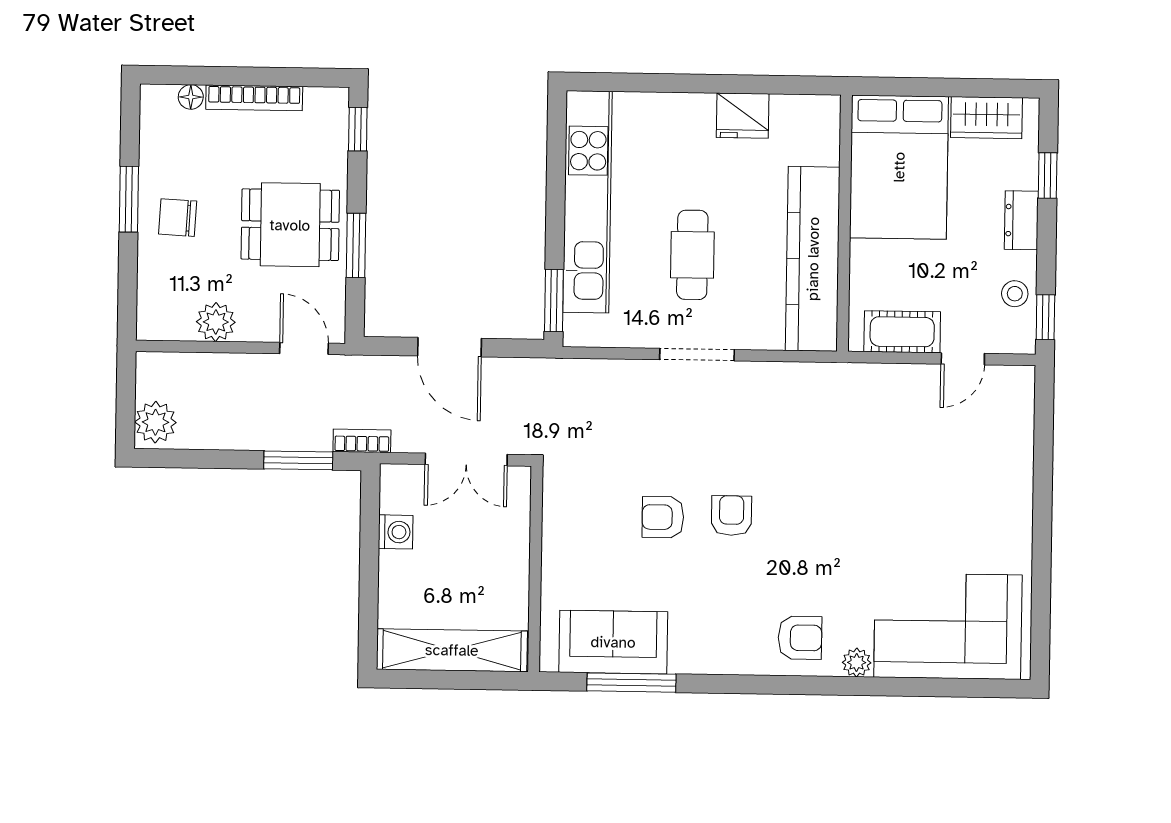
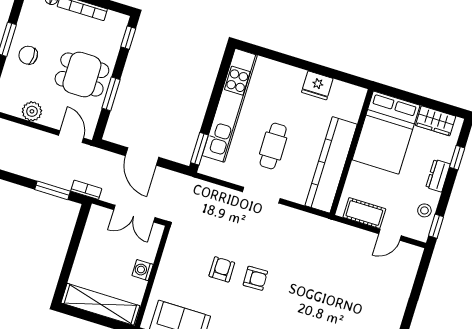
armchair: (732, 516) -> (255, 278), turned 88
armchair: (663, 517) -> (222, 269), turned 90
washing machine: (396, 532) -> (143, 270), moved, turned 180

